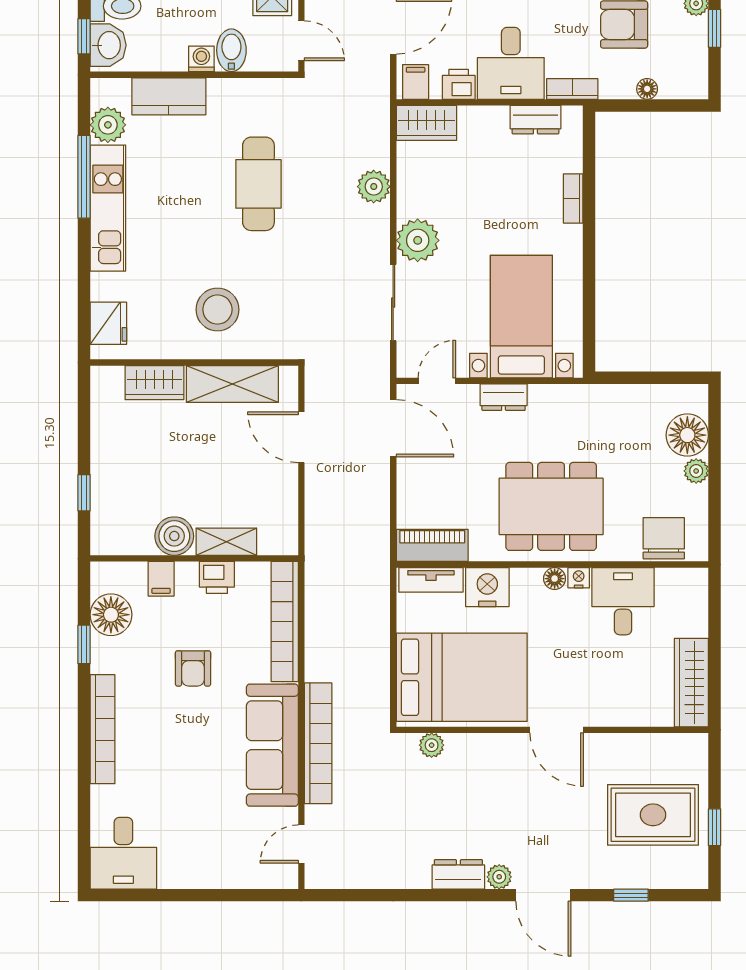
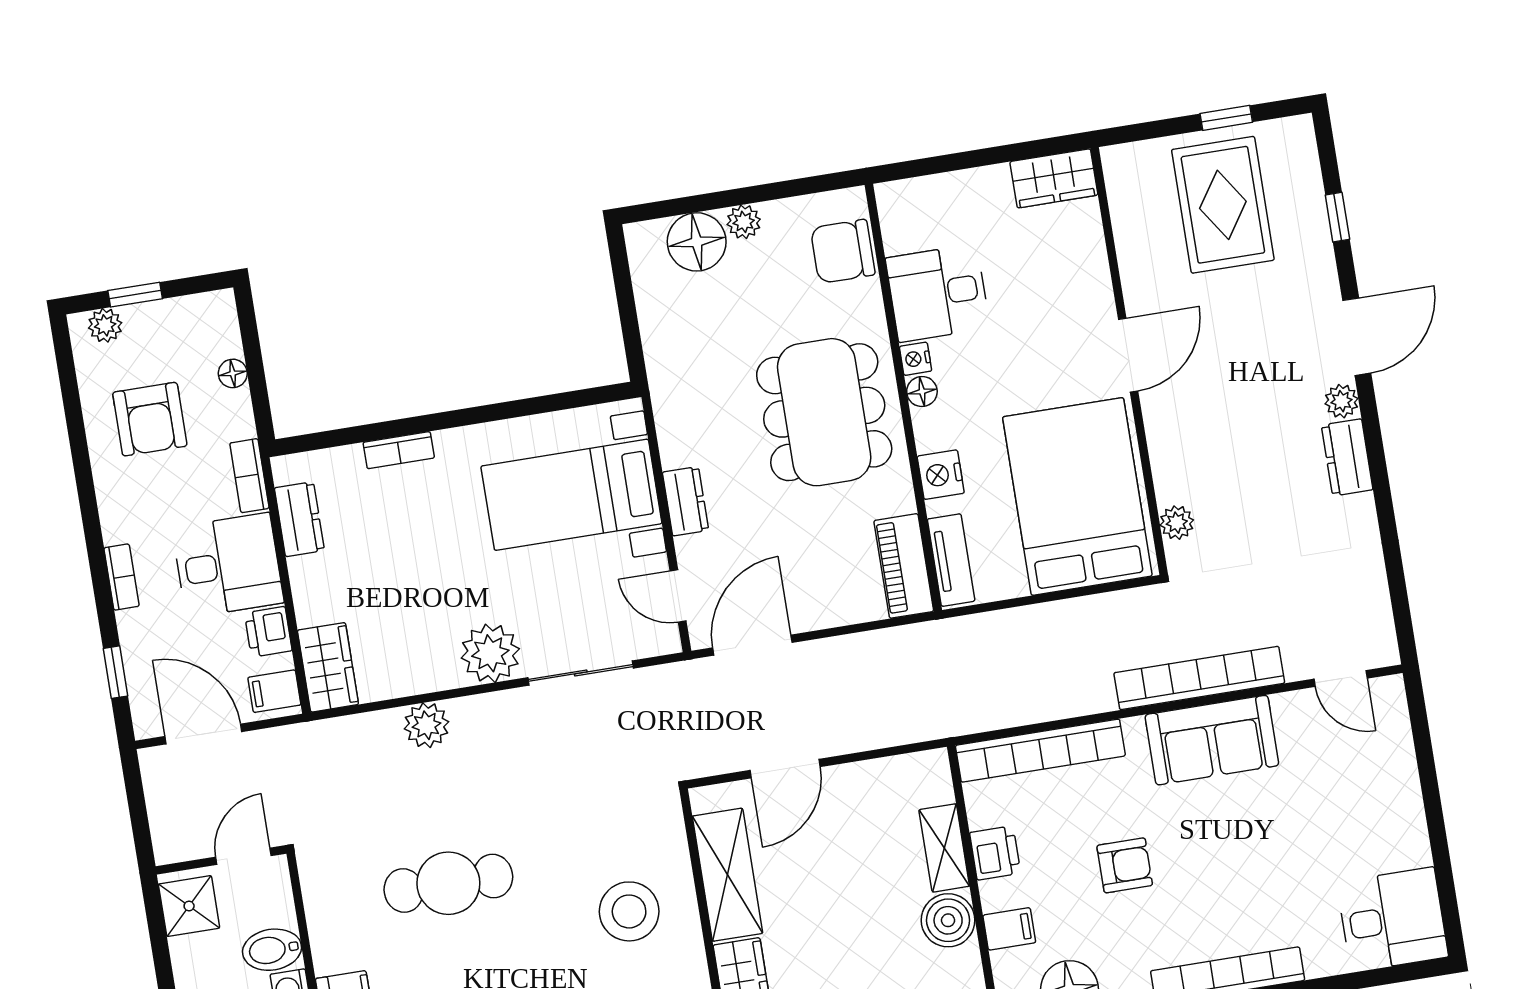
nightstand: (487, 587) -> (941, 475), width x0.74, depth x0.75
wardrobe: (691, 683) -> (1054, 178), width x0.67
sofa: (272, 745) -> (1212, 740), width x0.73

